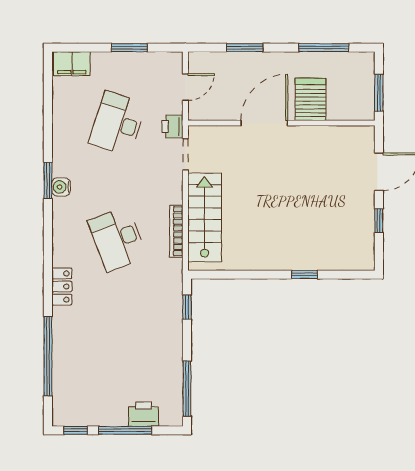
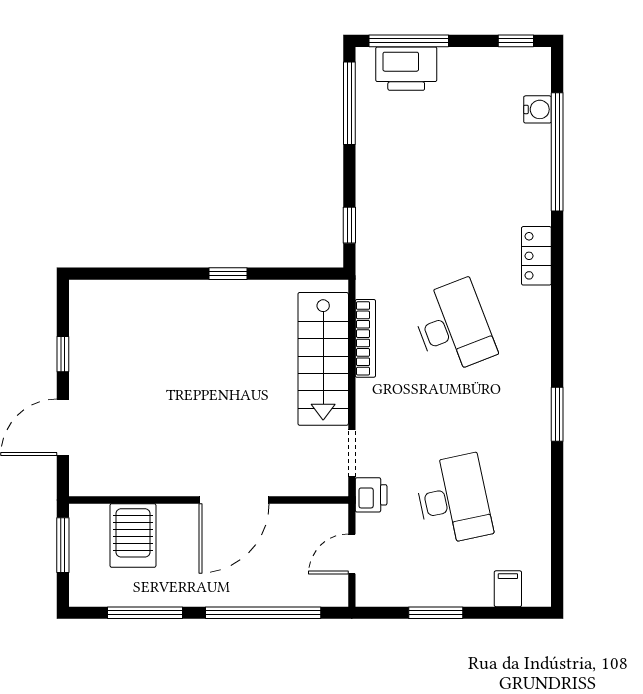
window: (245, 48) -> (263, 613), width x2.11
filing cabinet: (72, 64) -> (508, 589), width x0.50
server rack: (311, 99) -> (133, 535), moved
desk: (117, 123) -> (453, 499), turned -30
water cooler: (61, 187) -> (538, 109), moved
window: (305, 275) -> (228, 274), moved
printer: (143, 414) -> (406, 69), width x1.37, depth x1.19
window: (125, 430) -> (409, 41), moved

